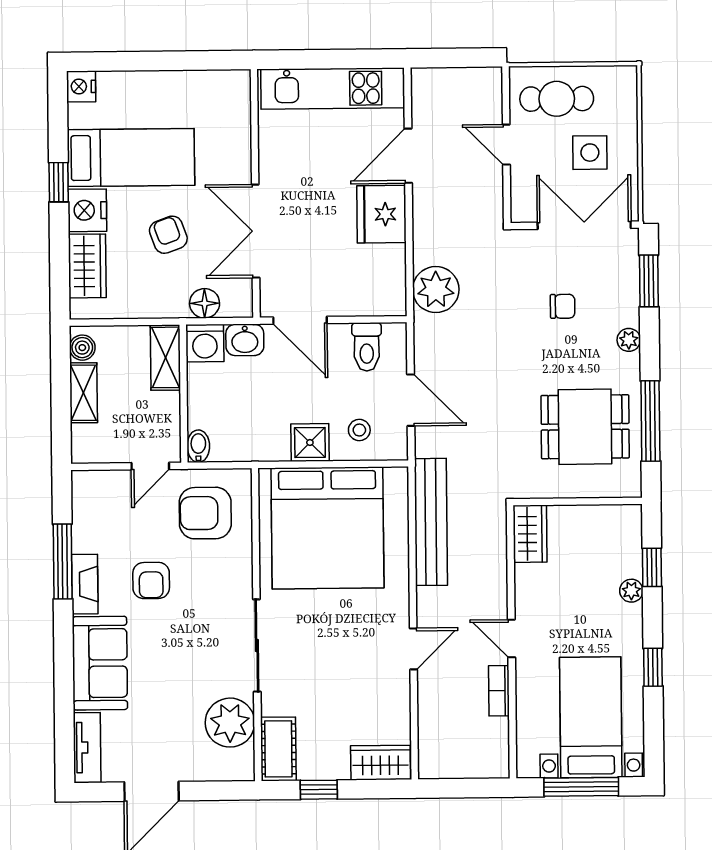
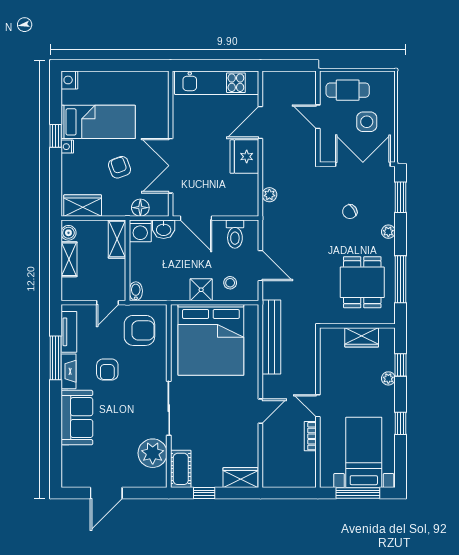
nightstand: (87, 210) -> (67, 147), width x0.53, depth x0.56
wardrobe: (87, 266) -> (83, 206), moved, turned -90
plant: (436, 290) -> (269, 195), width x0.53, depth x0.53
chair: (563, 306) -> (350, 212), turned 148
dining table: (585, 427) -> (362, 282), turned 90
armchair: (205, 513) -> (139, 330), turned 180
wardrobe: (530, 534) -> (362, 337), moved, turned 90
tv unit: (87, 747) -> (69, 332), moved

